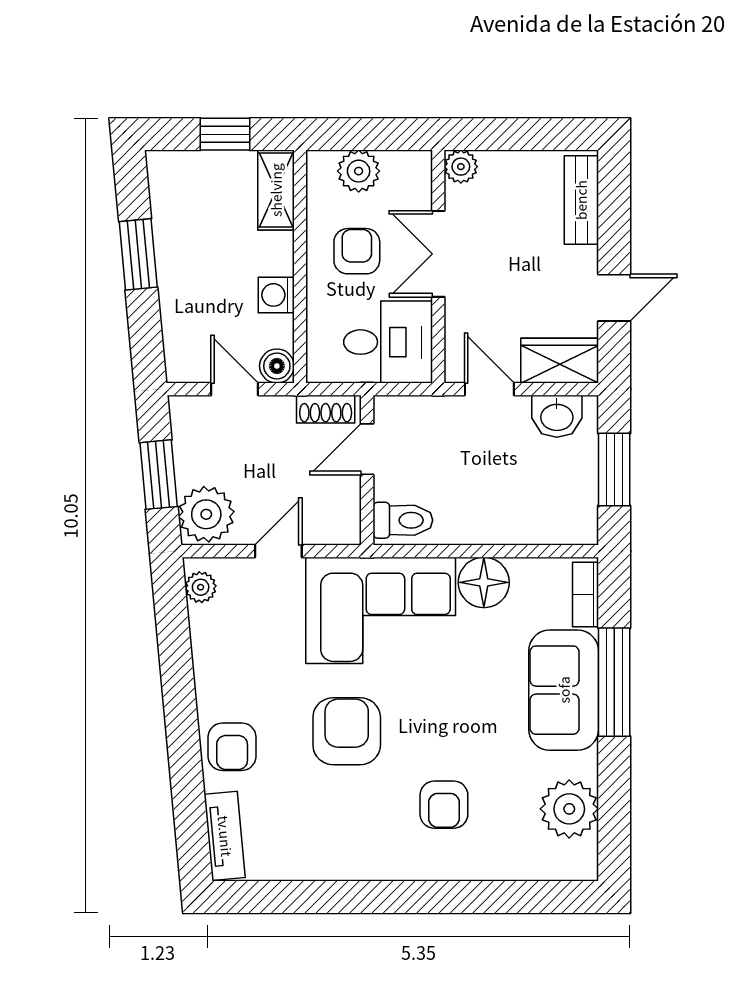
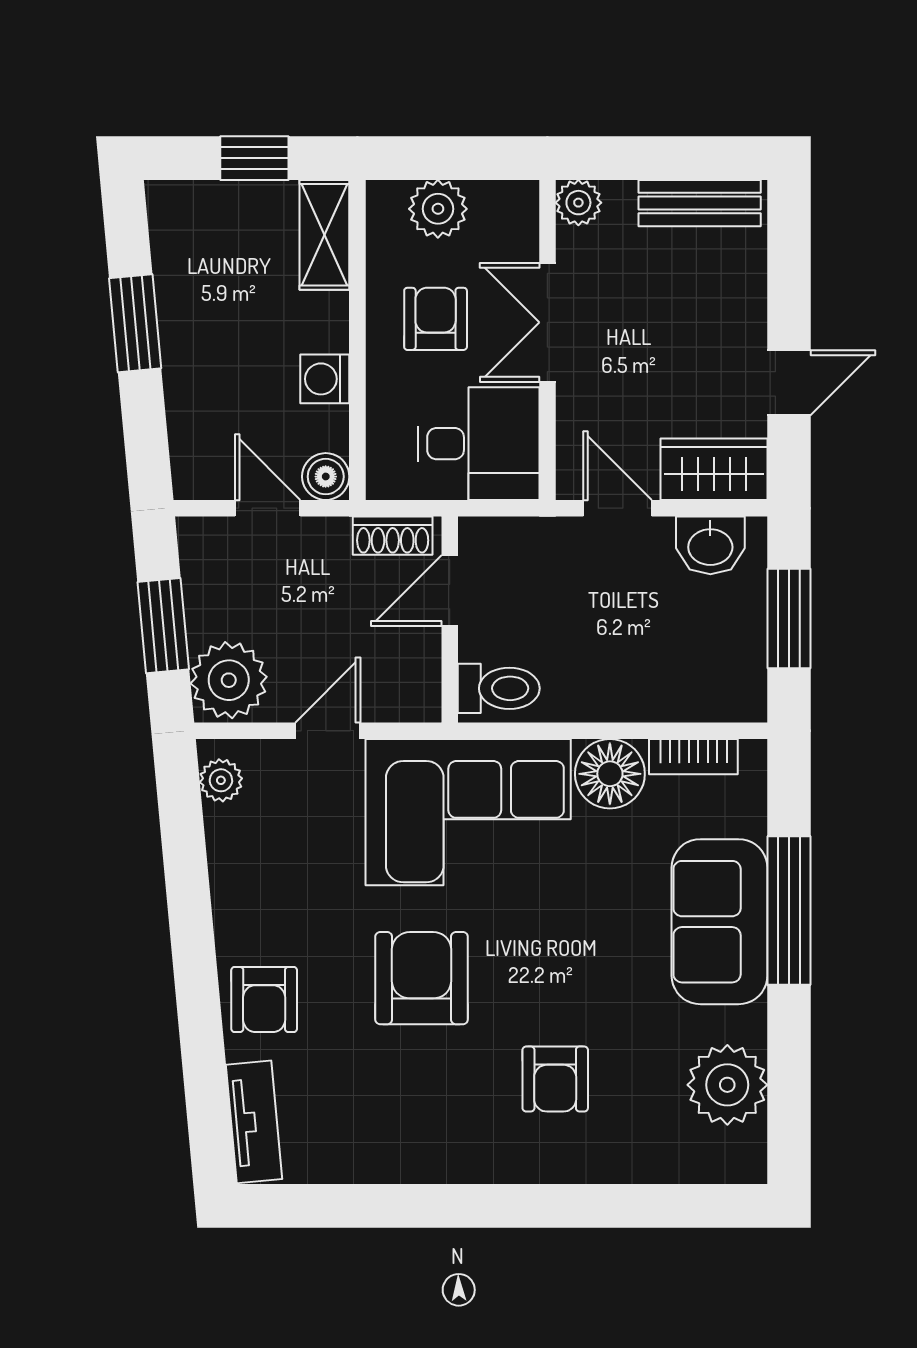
bench: (581, 200) -> (700, 203), moved, turned 90
bookcase: (585, 594) -> (693, 757), moved, turned -90

